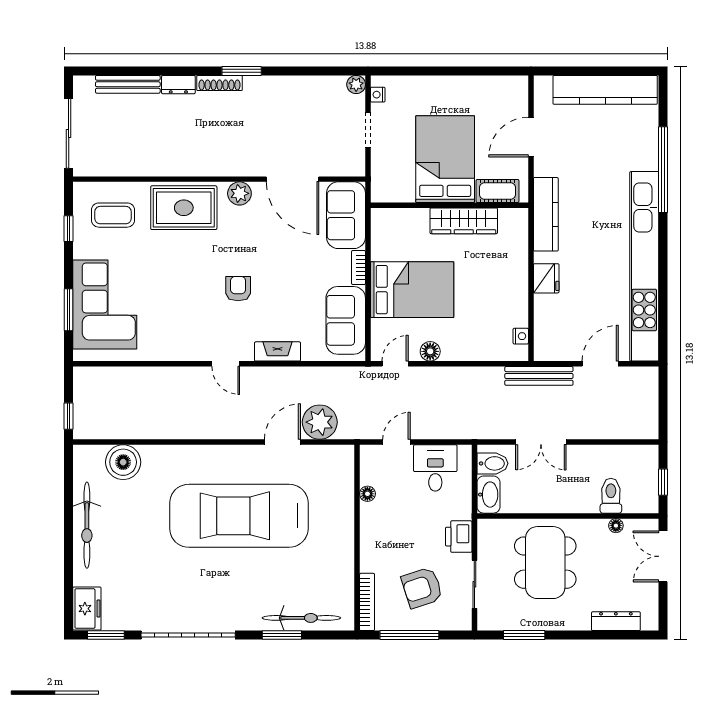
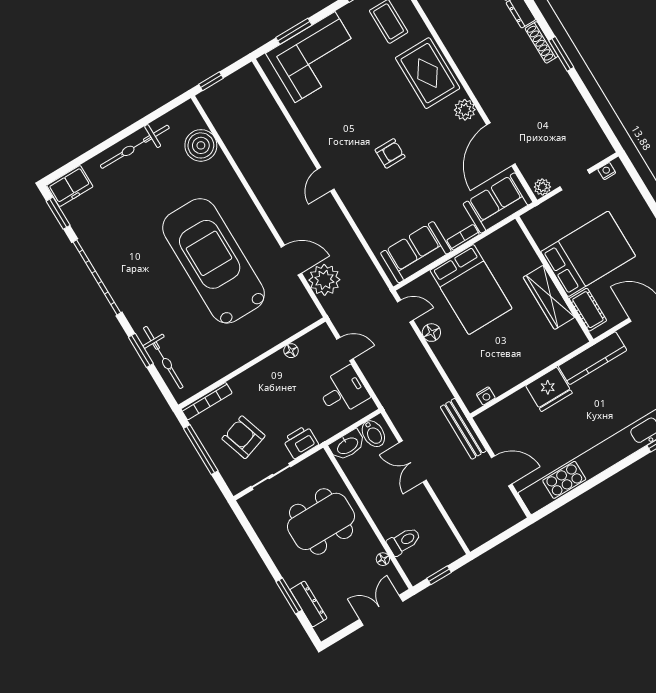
plant: (356, 84) -> (542, 187), moved
fridge: (546, 278) -> (549, 389), width x1.36, depth x1.34
fireplace: (277, 351) -> (360, 214), removed
window: (524, 635) -> (289, 596), moved

